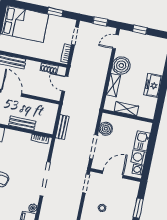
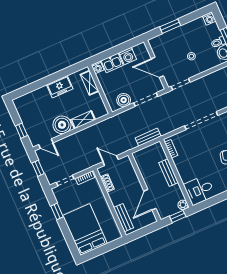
door: (65, 84) -> (111, 161), swing flipped
shelving: (126, 109) -> (90, 83), moved
washing machine: (138, 170) -> (98, 67), moved

